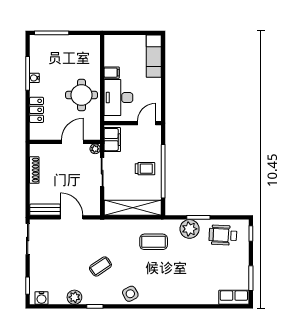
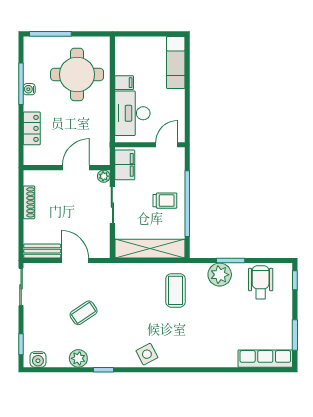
round table: (82, 95) -> (77, 74), moved, width x1.36, depth x1.36
wheelchair: (223, 235) -> (261, 282), turned 87
coffee table: (154, 242) -> (175, 290), turned 90
coffee table: (100, 266) -> (84, 313), moved
row of seats: (234, 297) -> (265, 359), width x1.48

